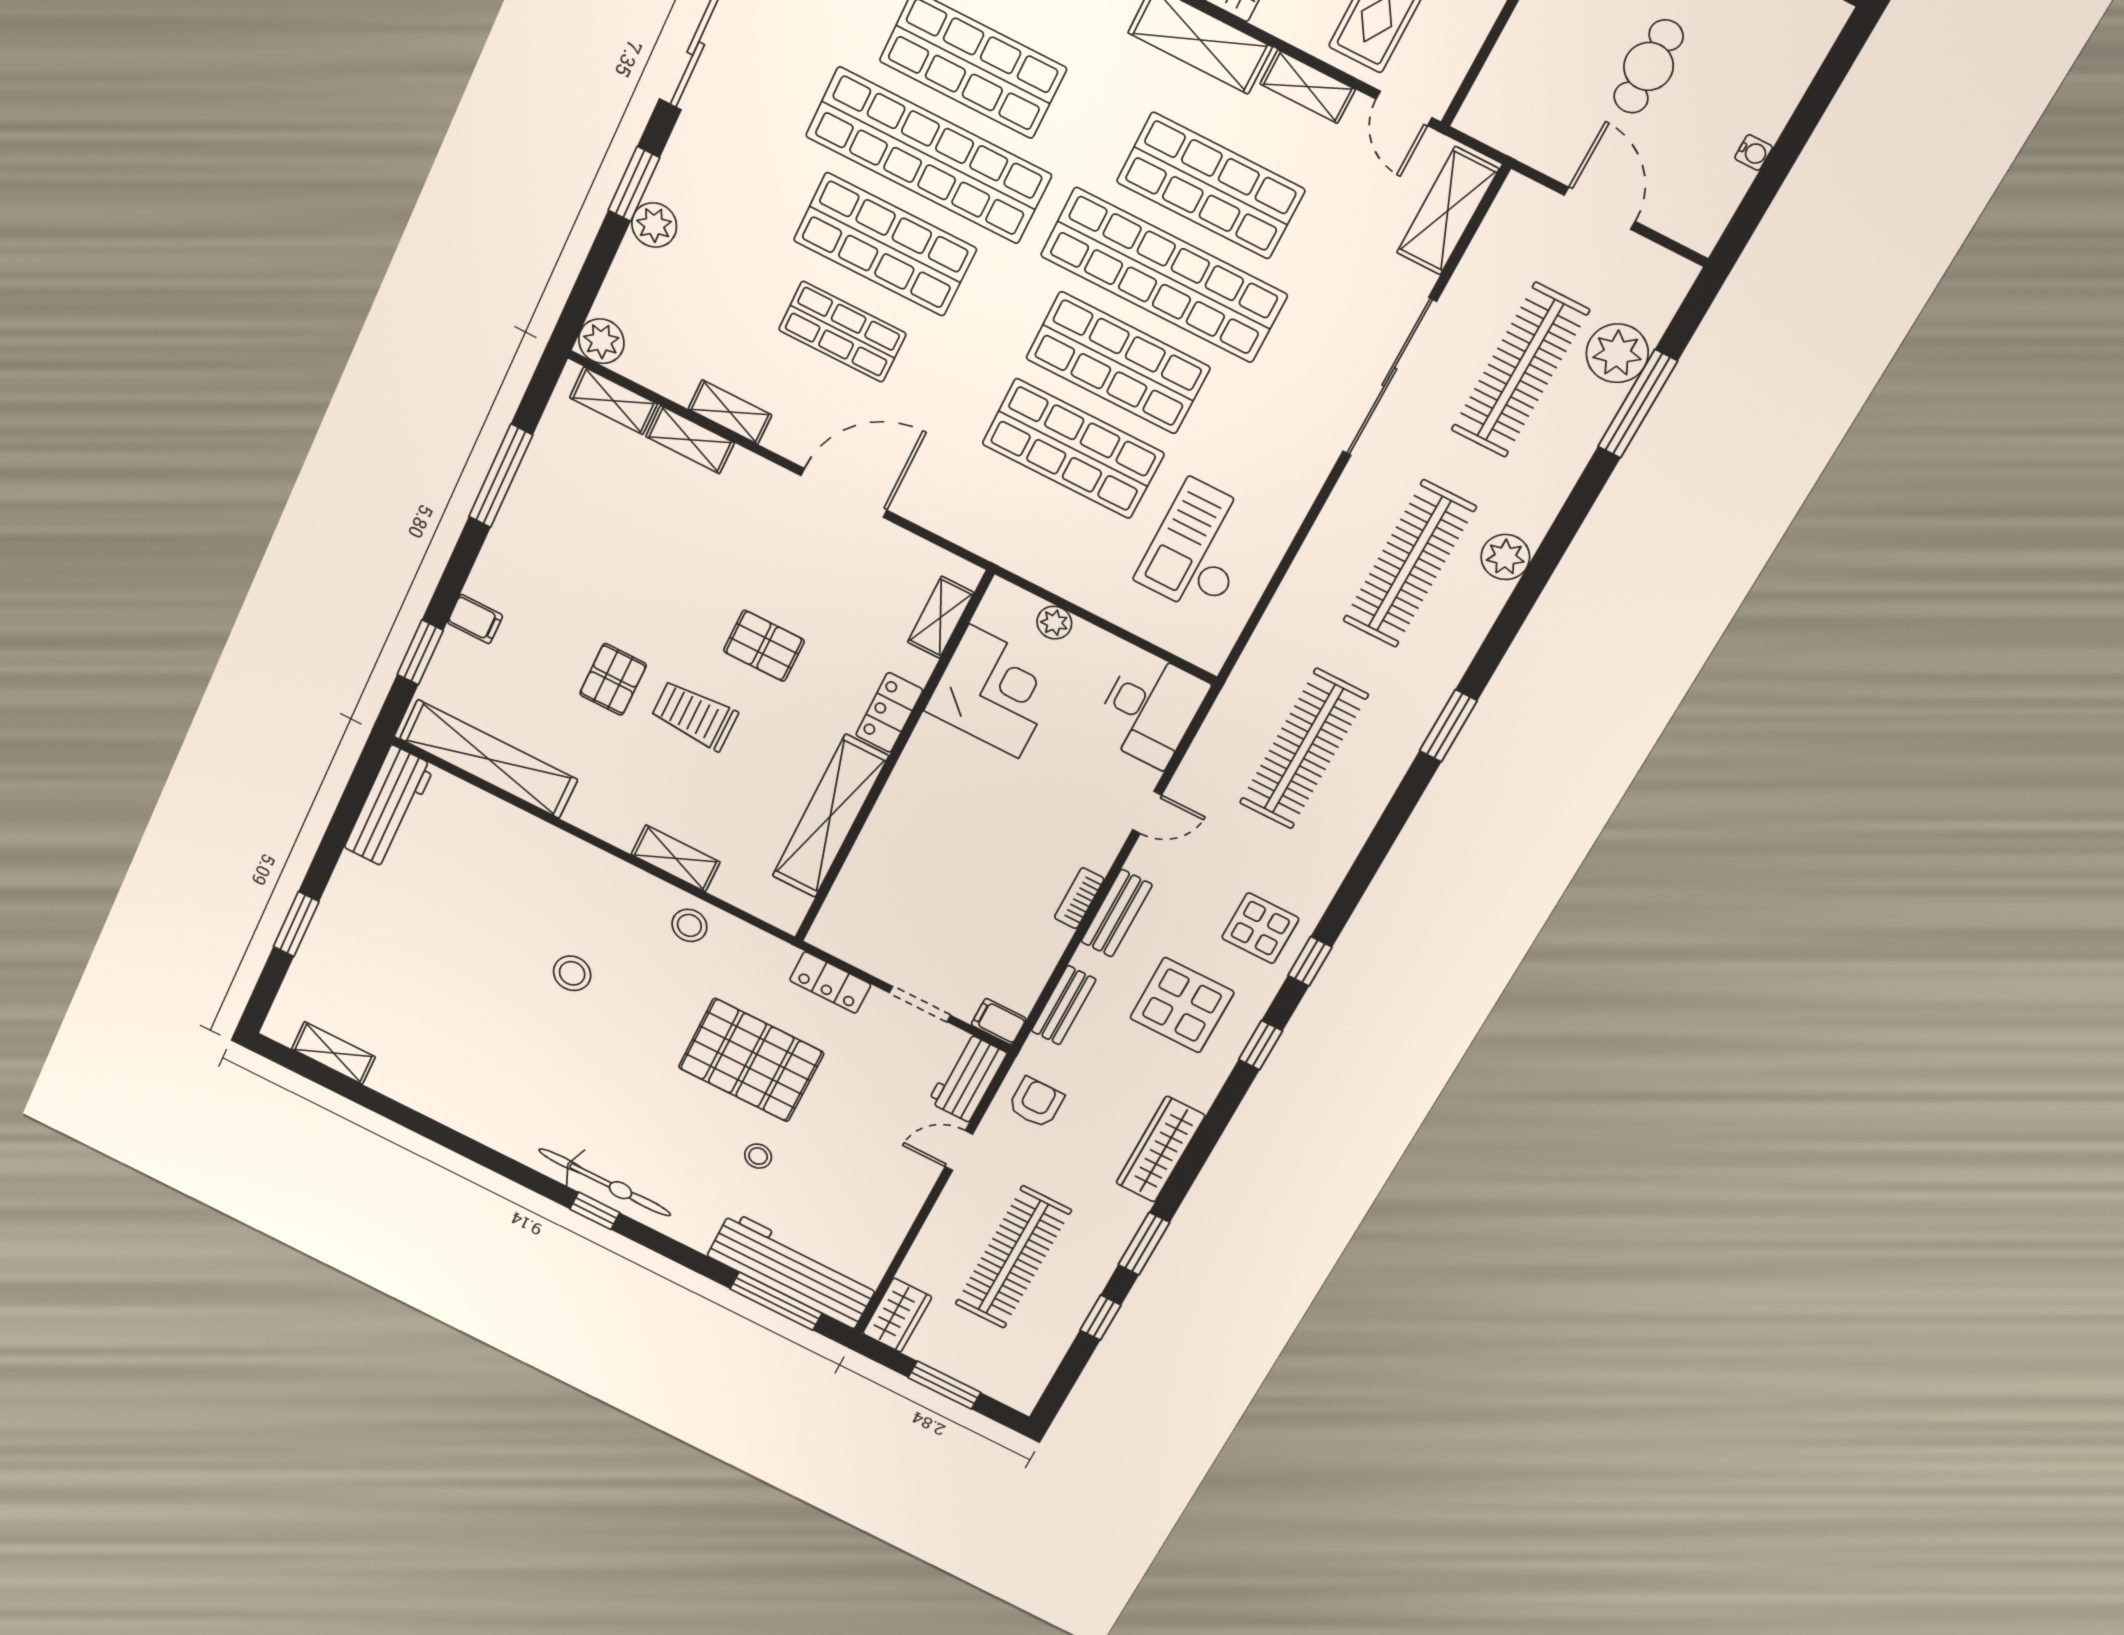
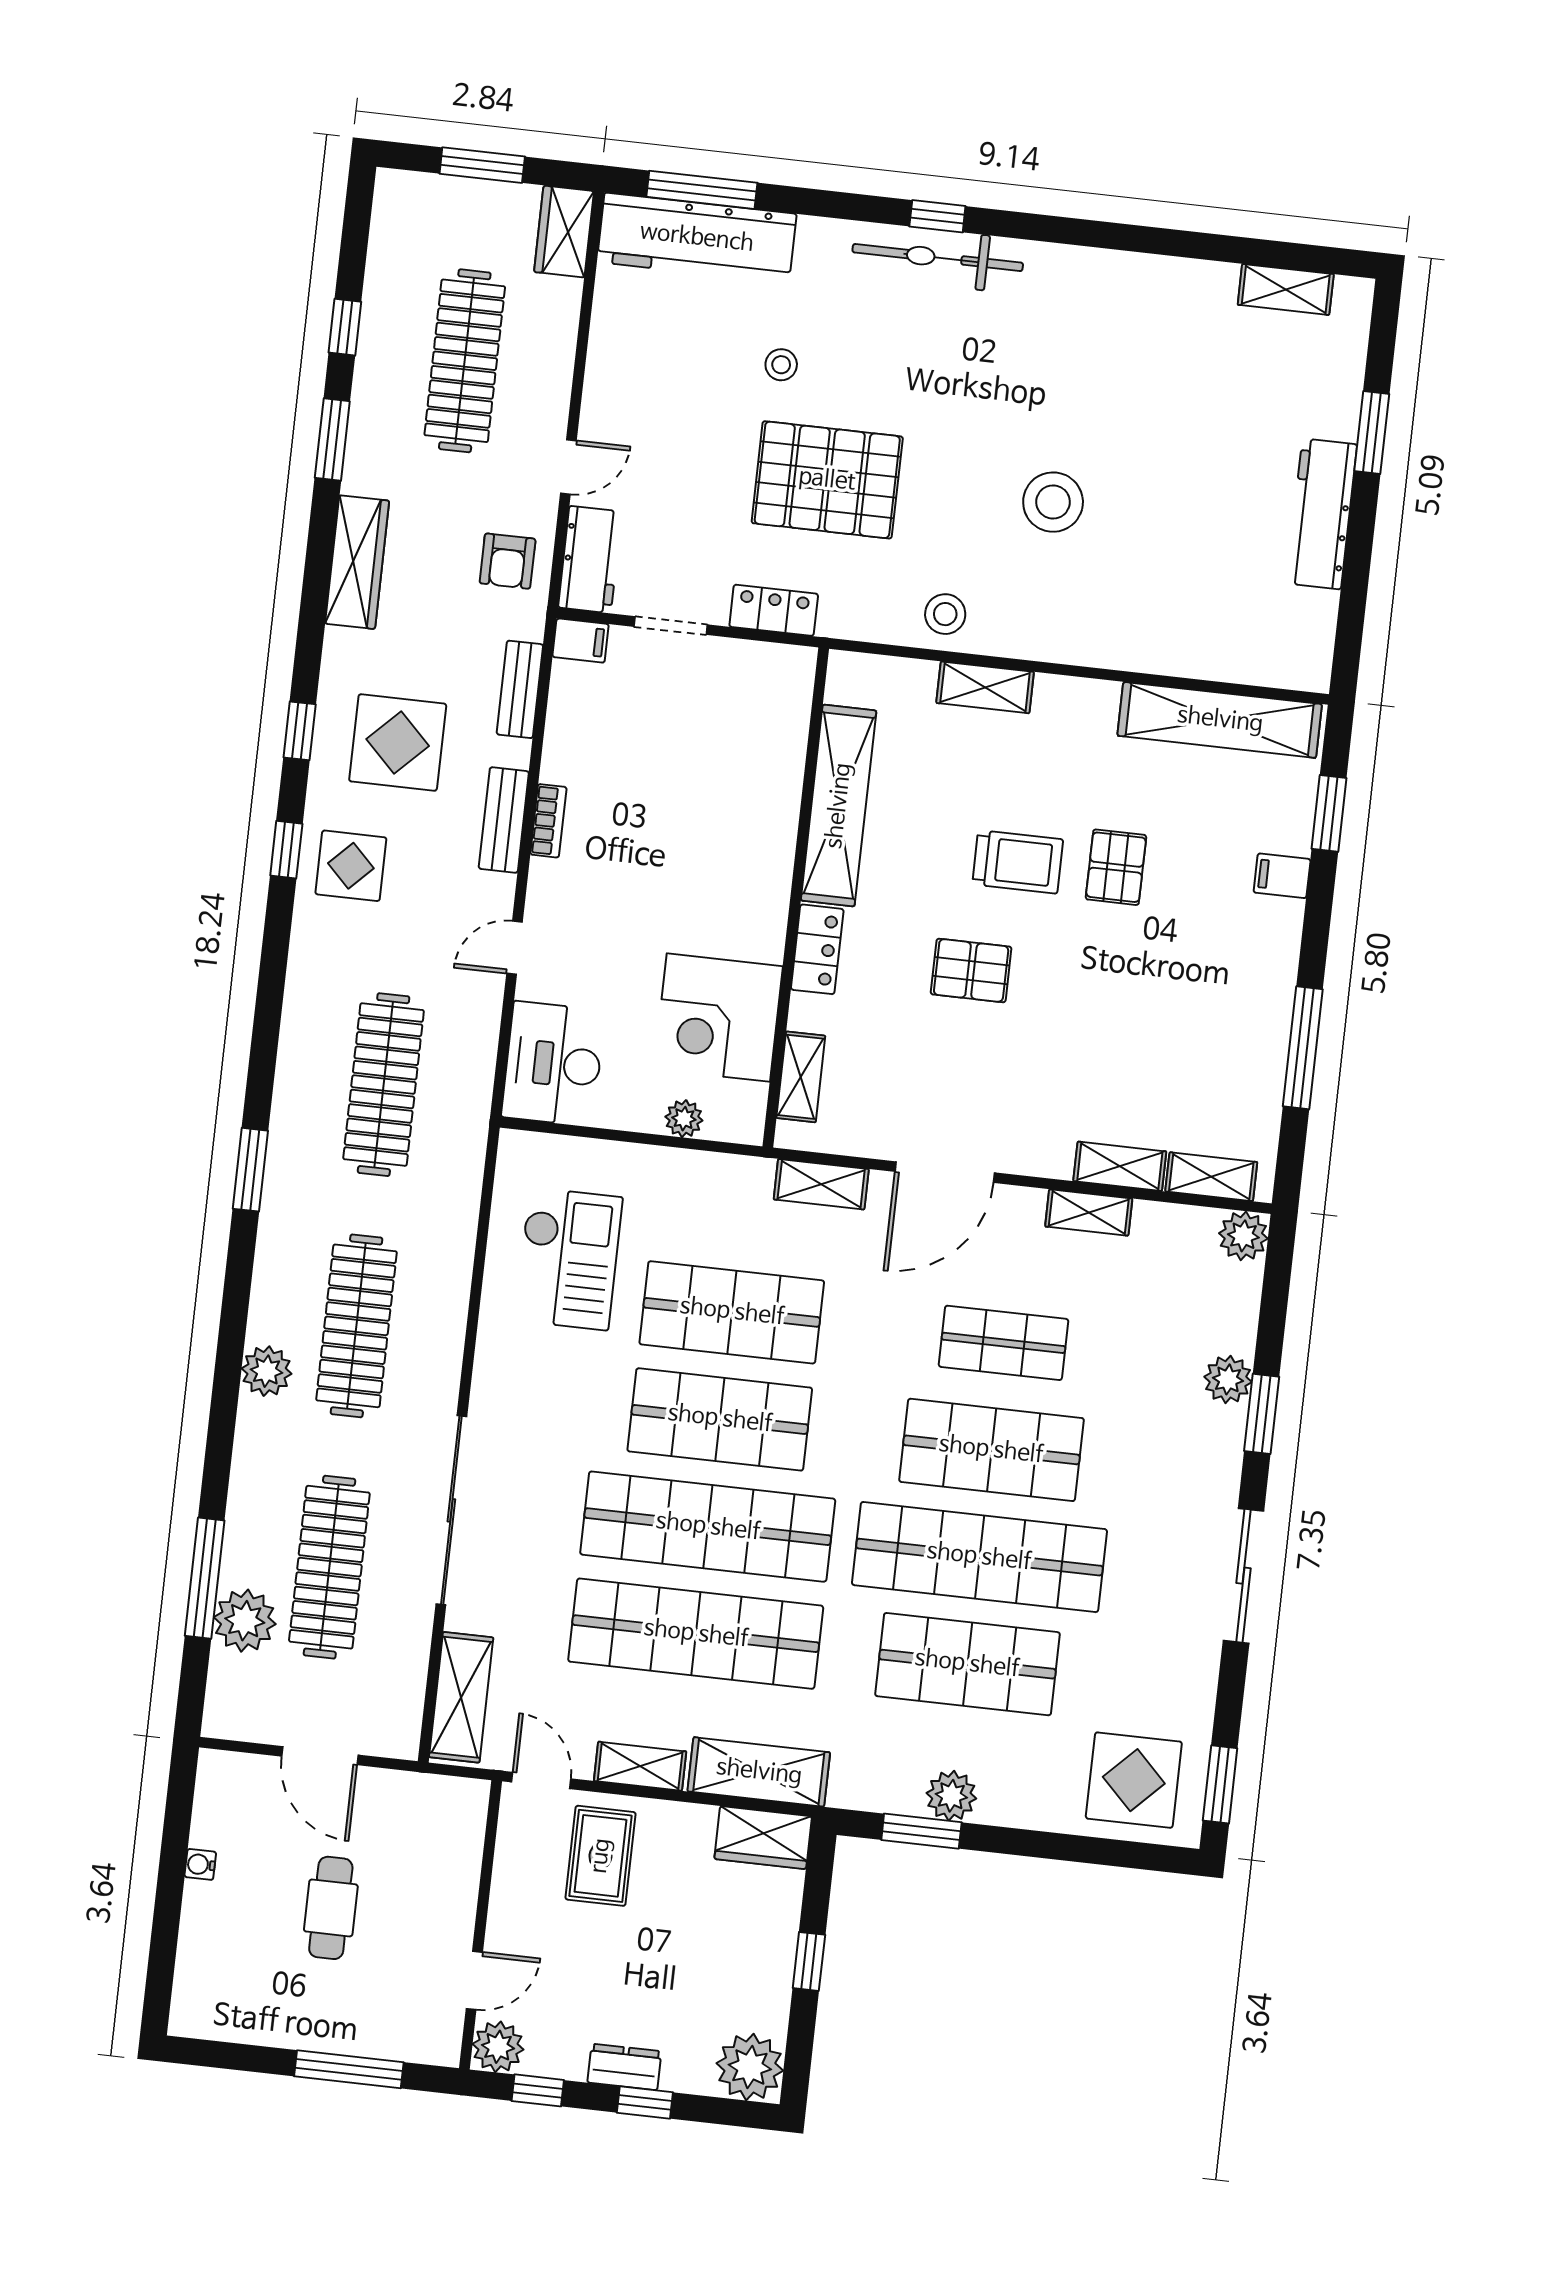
shop shelf: (1211, 186) -> (696, 1634), width x1.40
shelving: (955, 524) -> (821, 1184), added
workbench: (389, 807) -> (1322, 514), moved
stool: (572, 973) -> (1053, 502), width x1.38, depth x1.38

